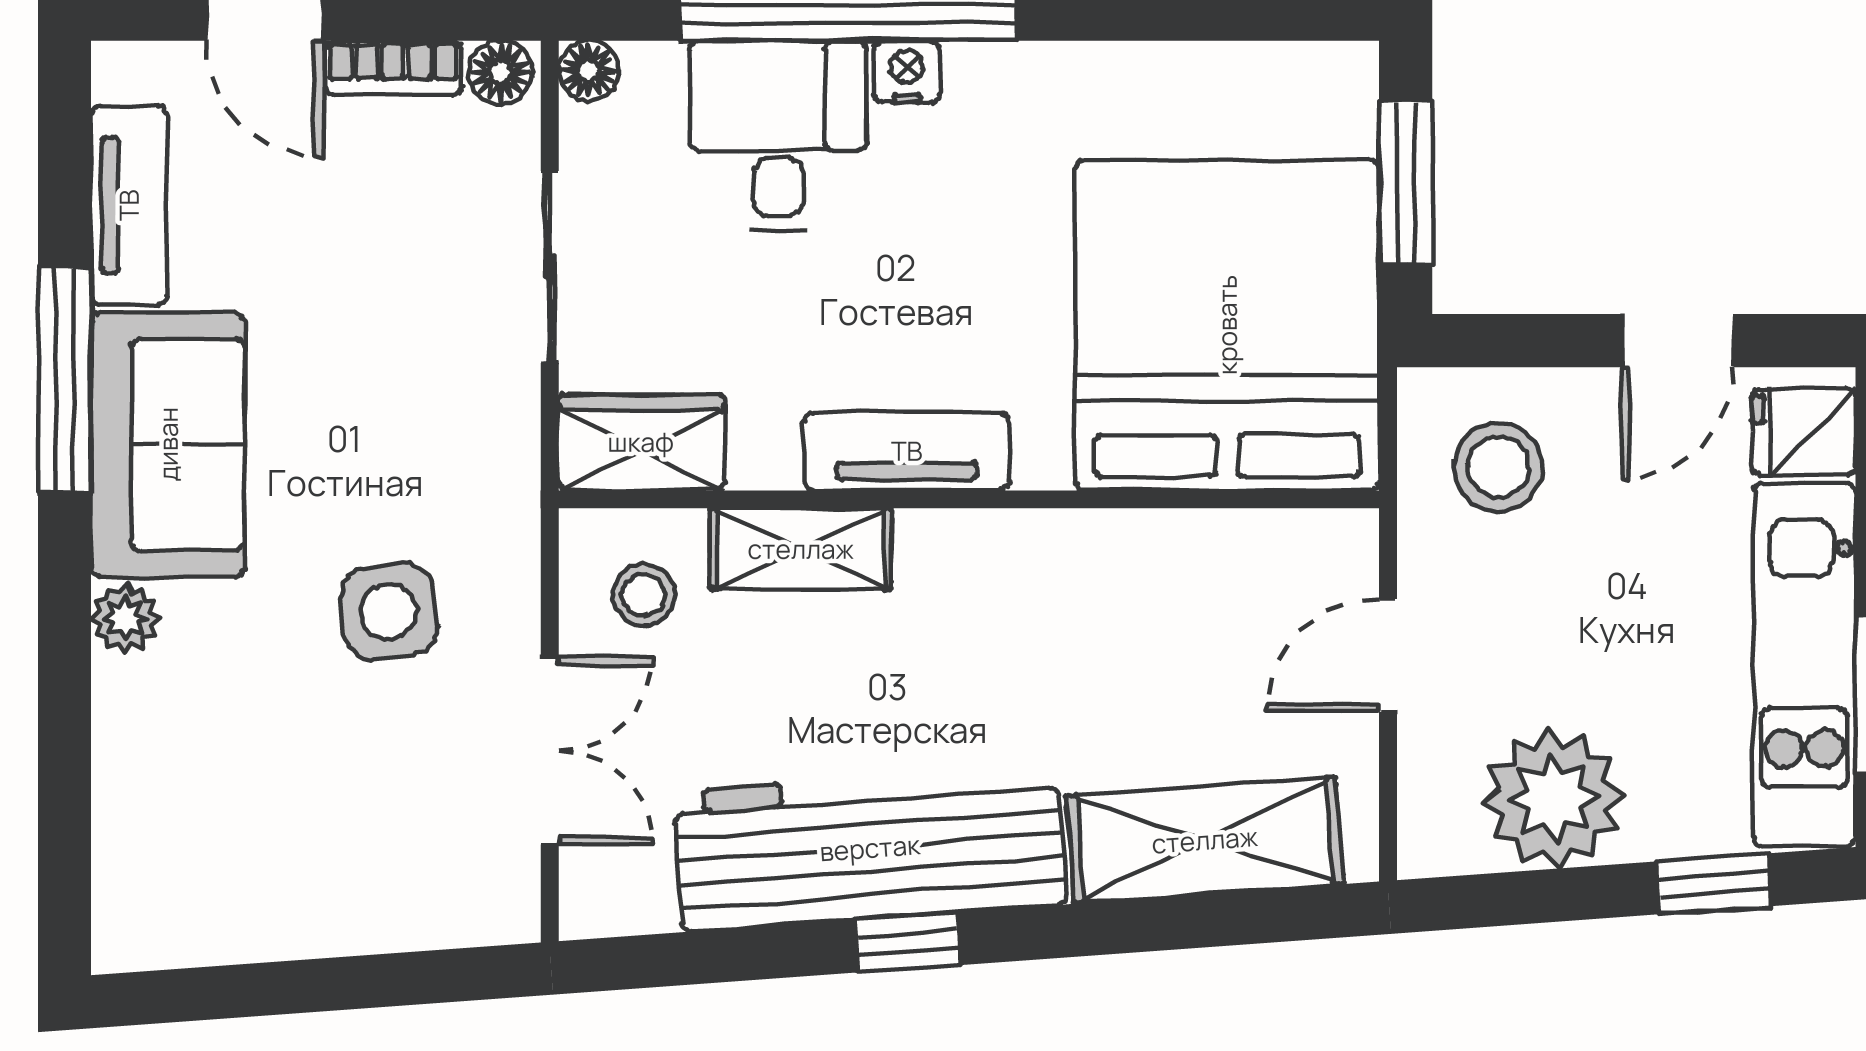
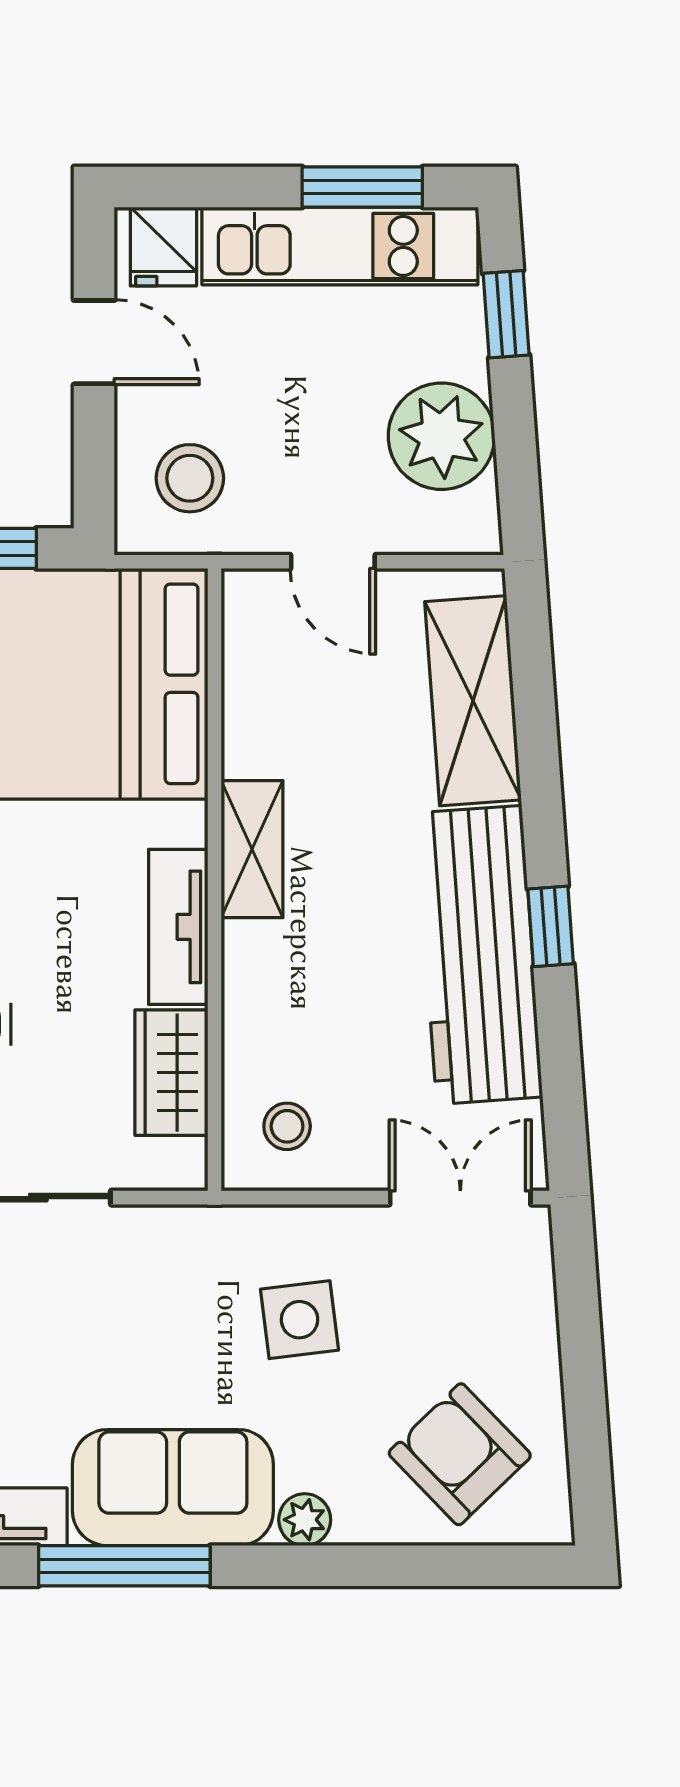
wardrobe: (641, 442) -> (171, 1073), moved
shelving: (801, 549) -> (252, 849), moved
double door: (550, 751) -> (460, 1198), moved
armchair: (212, 823) -> (460, 1454), added

